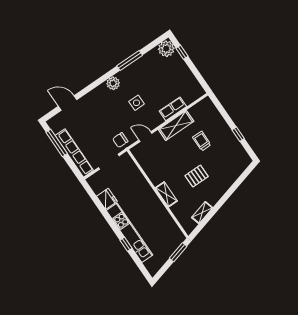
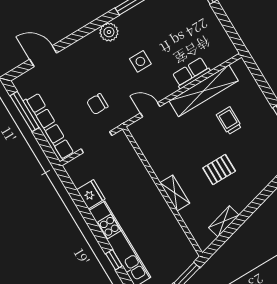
shelving: (176, 125) -> (204, 91), width x1.47
chair: (120, 140) -> (97, 104), moved

